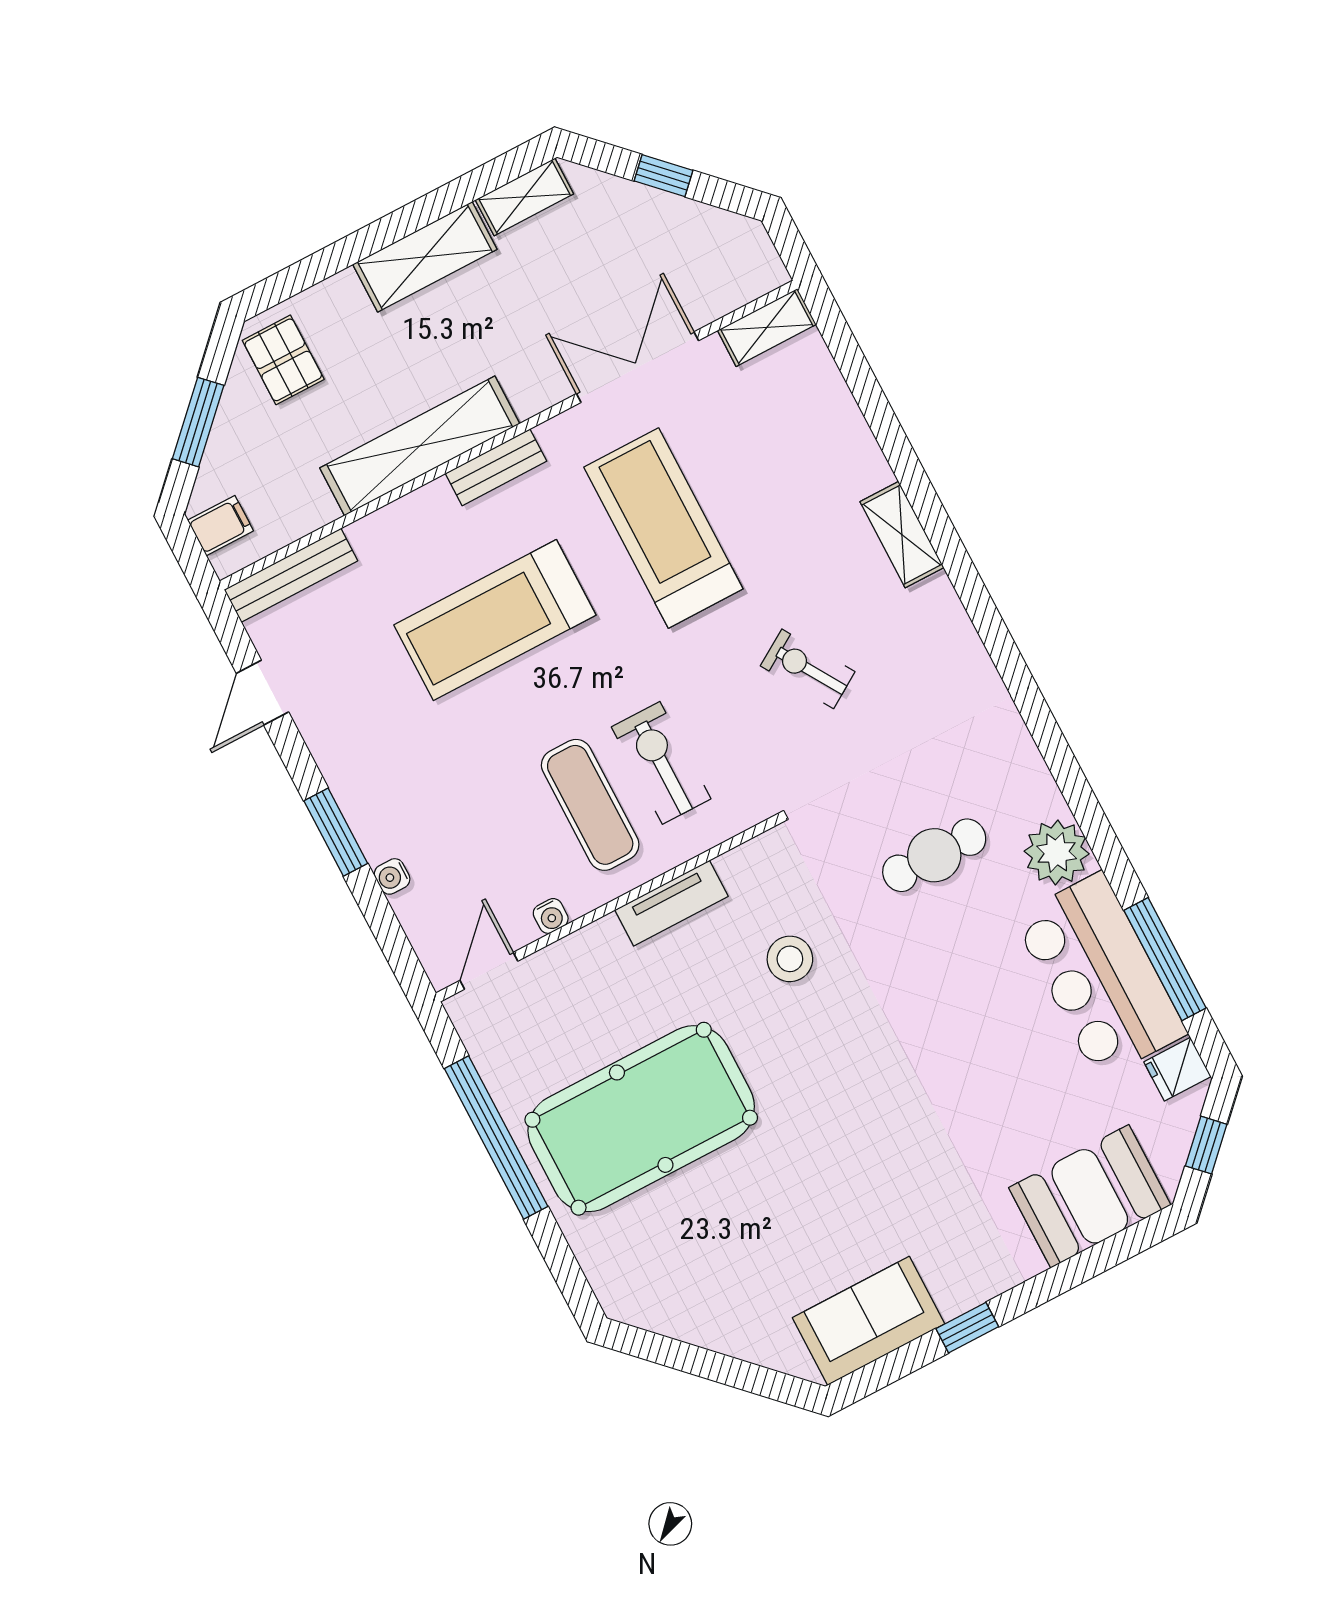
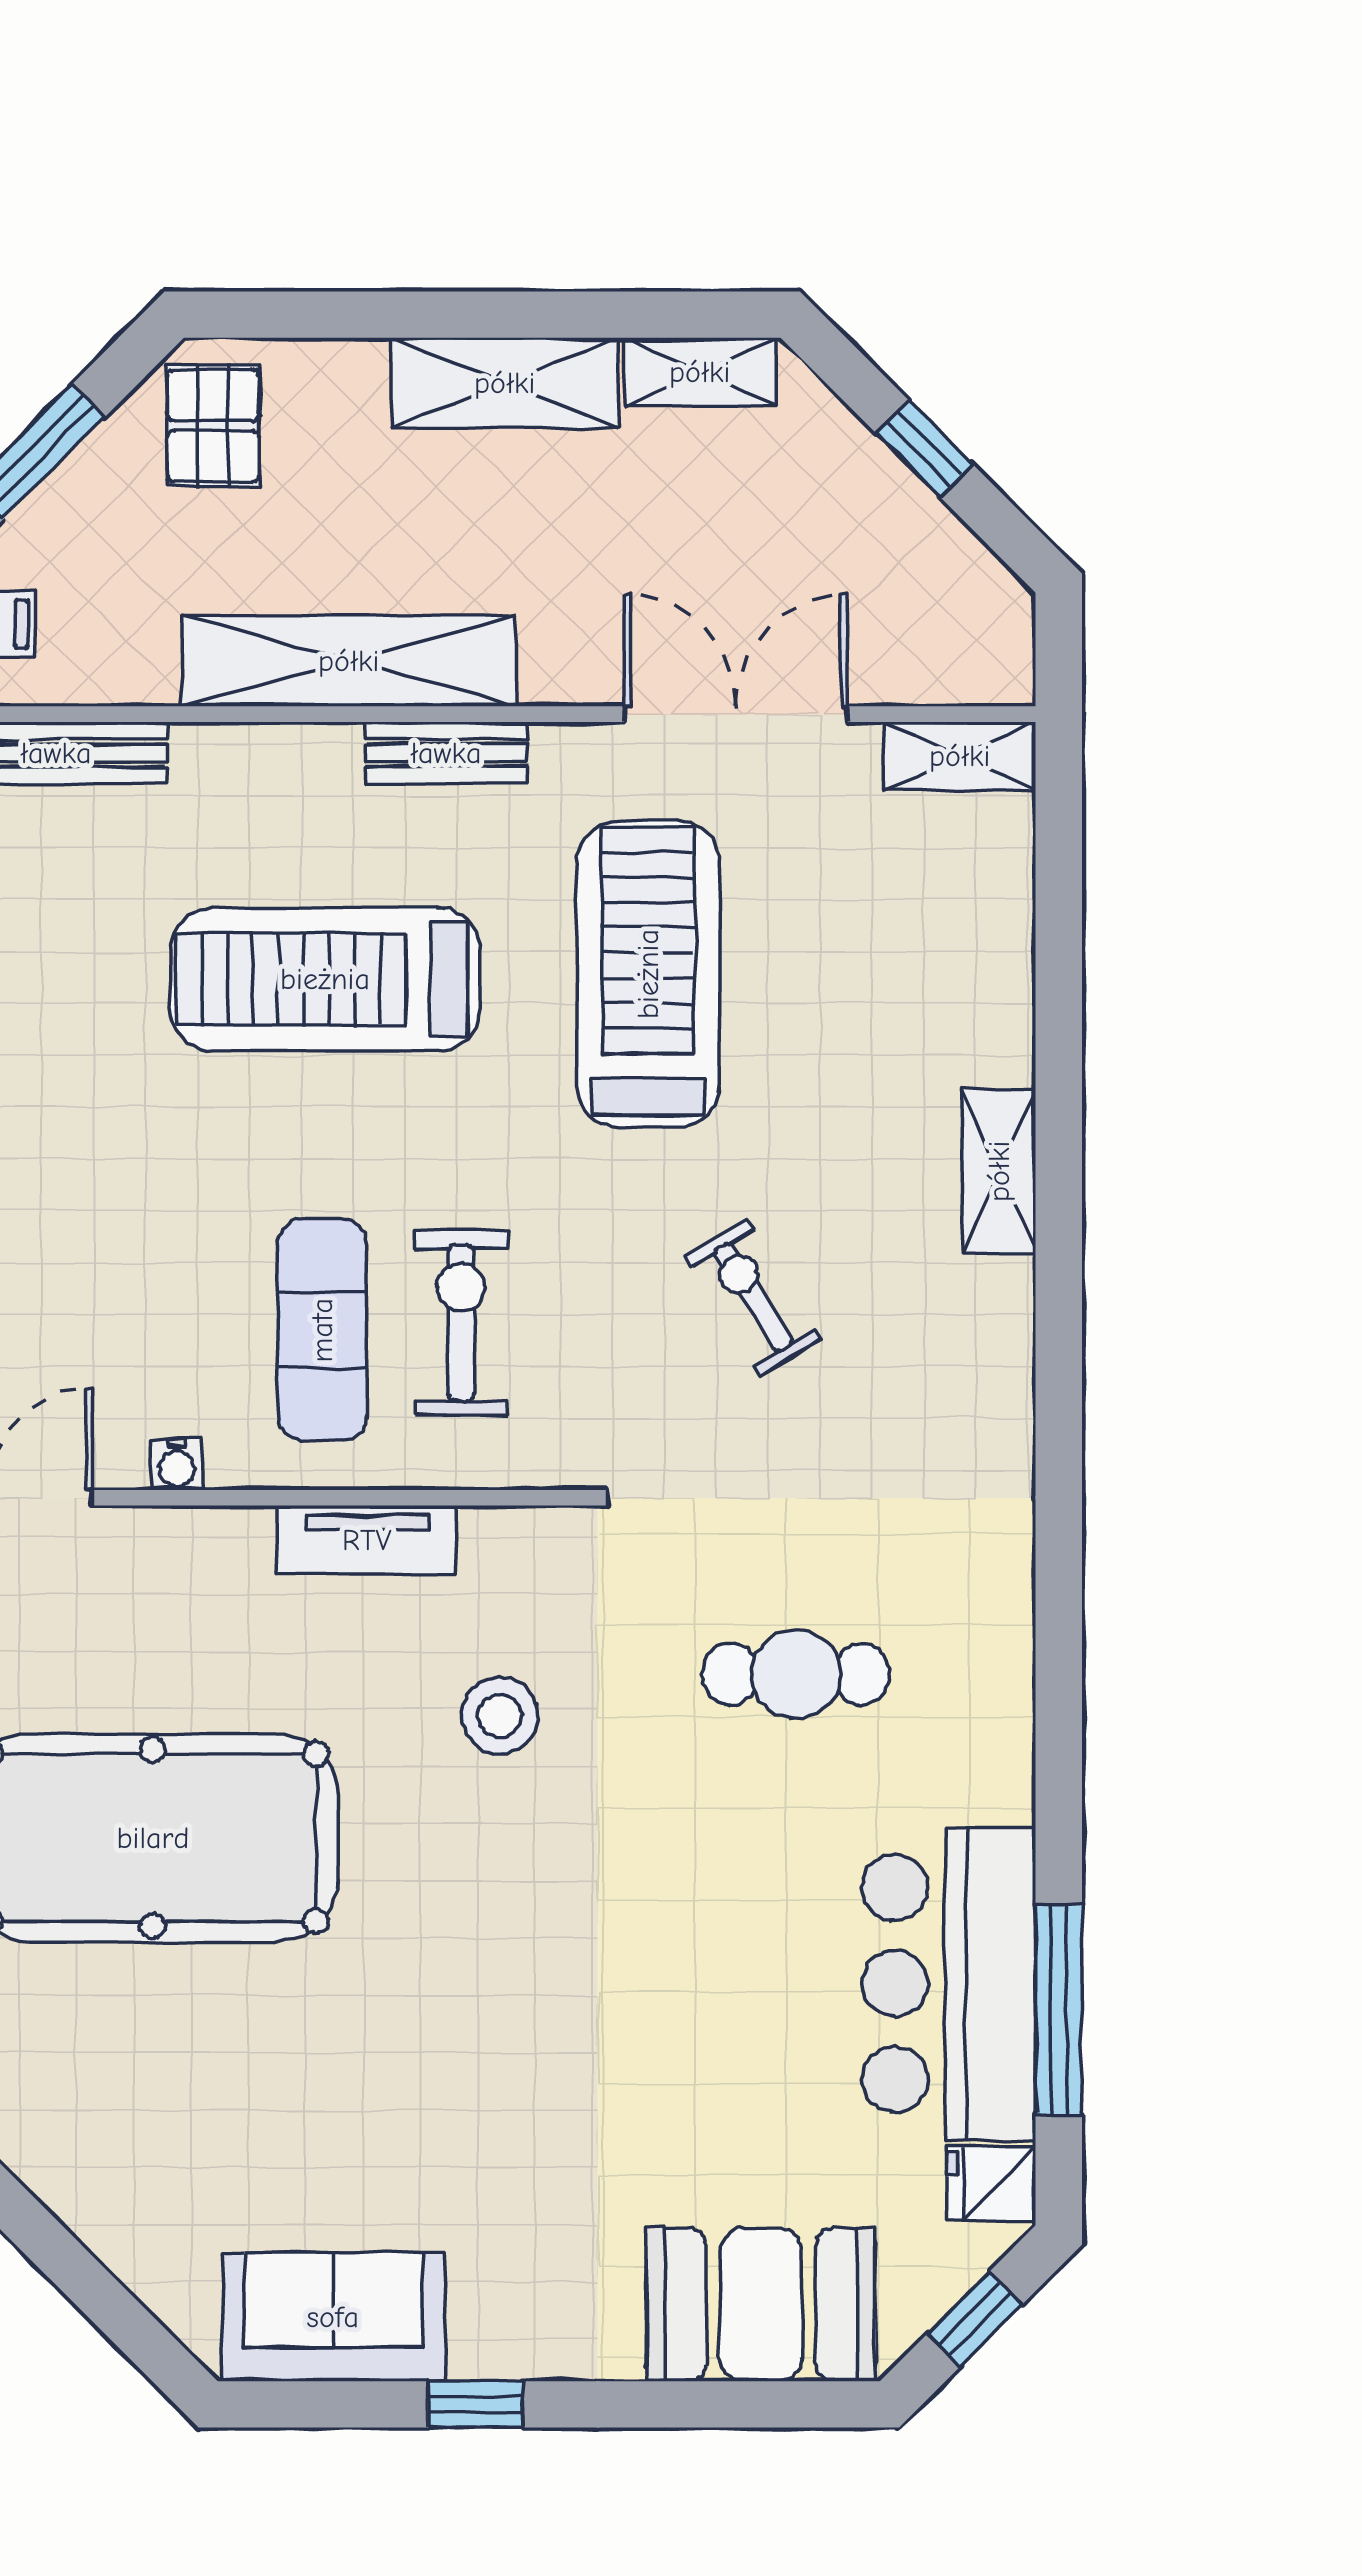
plant: (1057, 852) -> (981, 1766), removed

